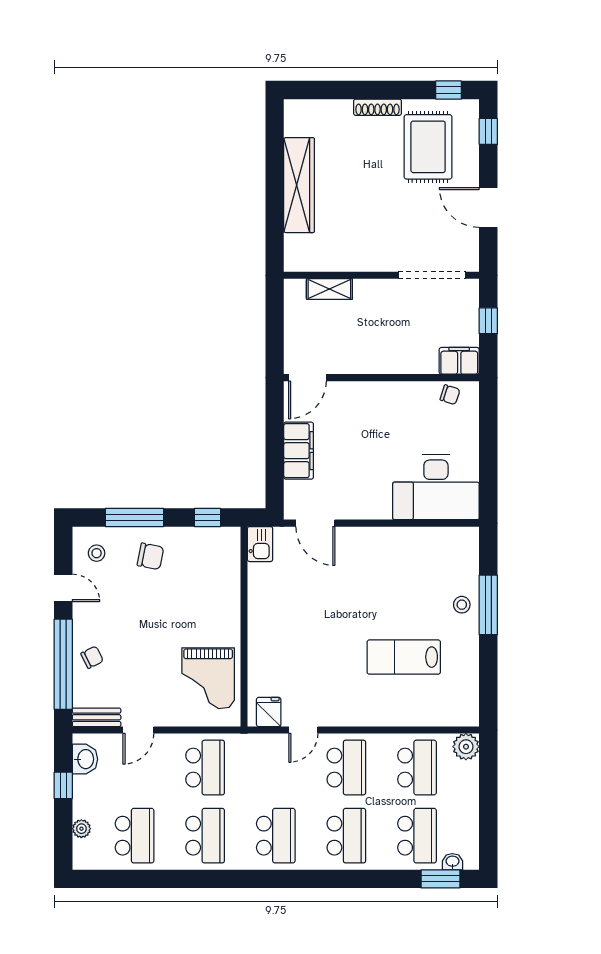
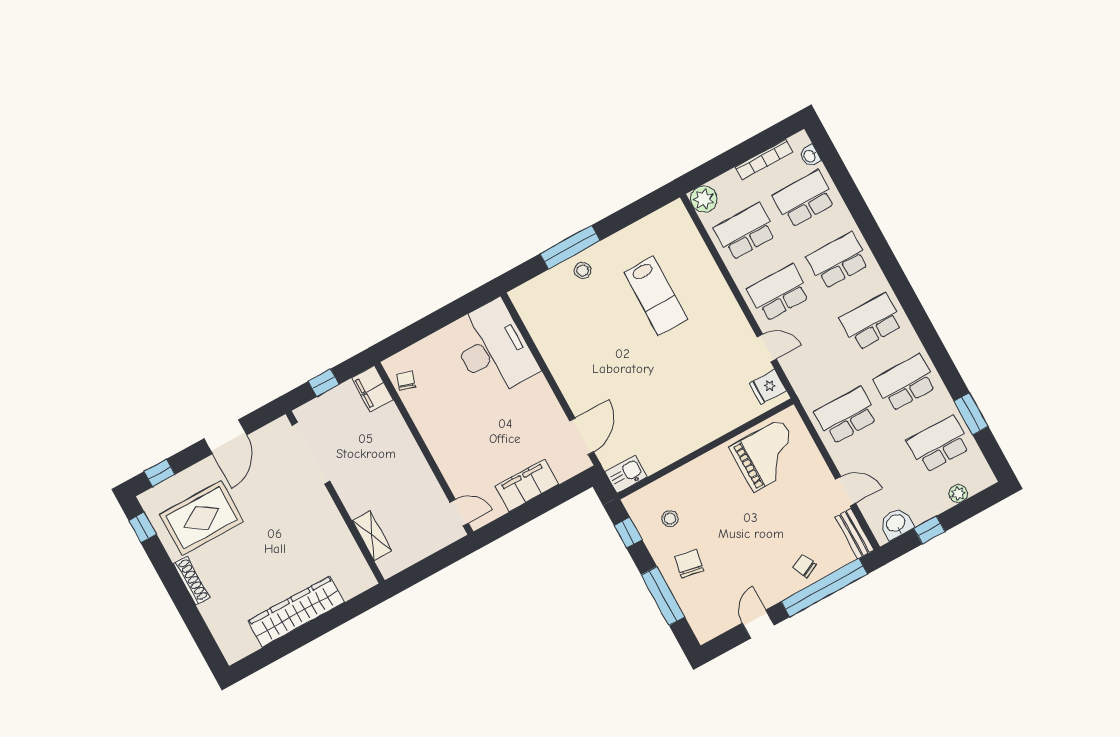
door: (307, 378) -> (459, 513), width x0.73
stool: (97, 553) -> (670, 519), moved
bookcase: (472, 819) -> (764, 160), added
window: (440, 879) -> (971, 414), moved

